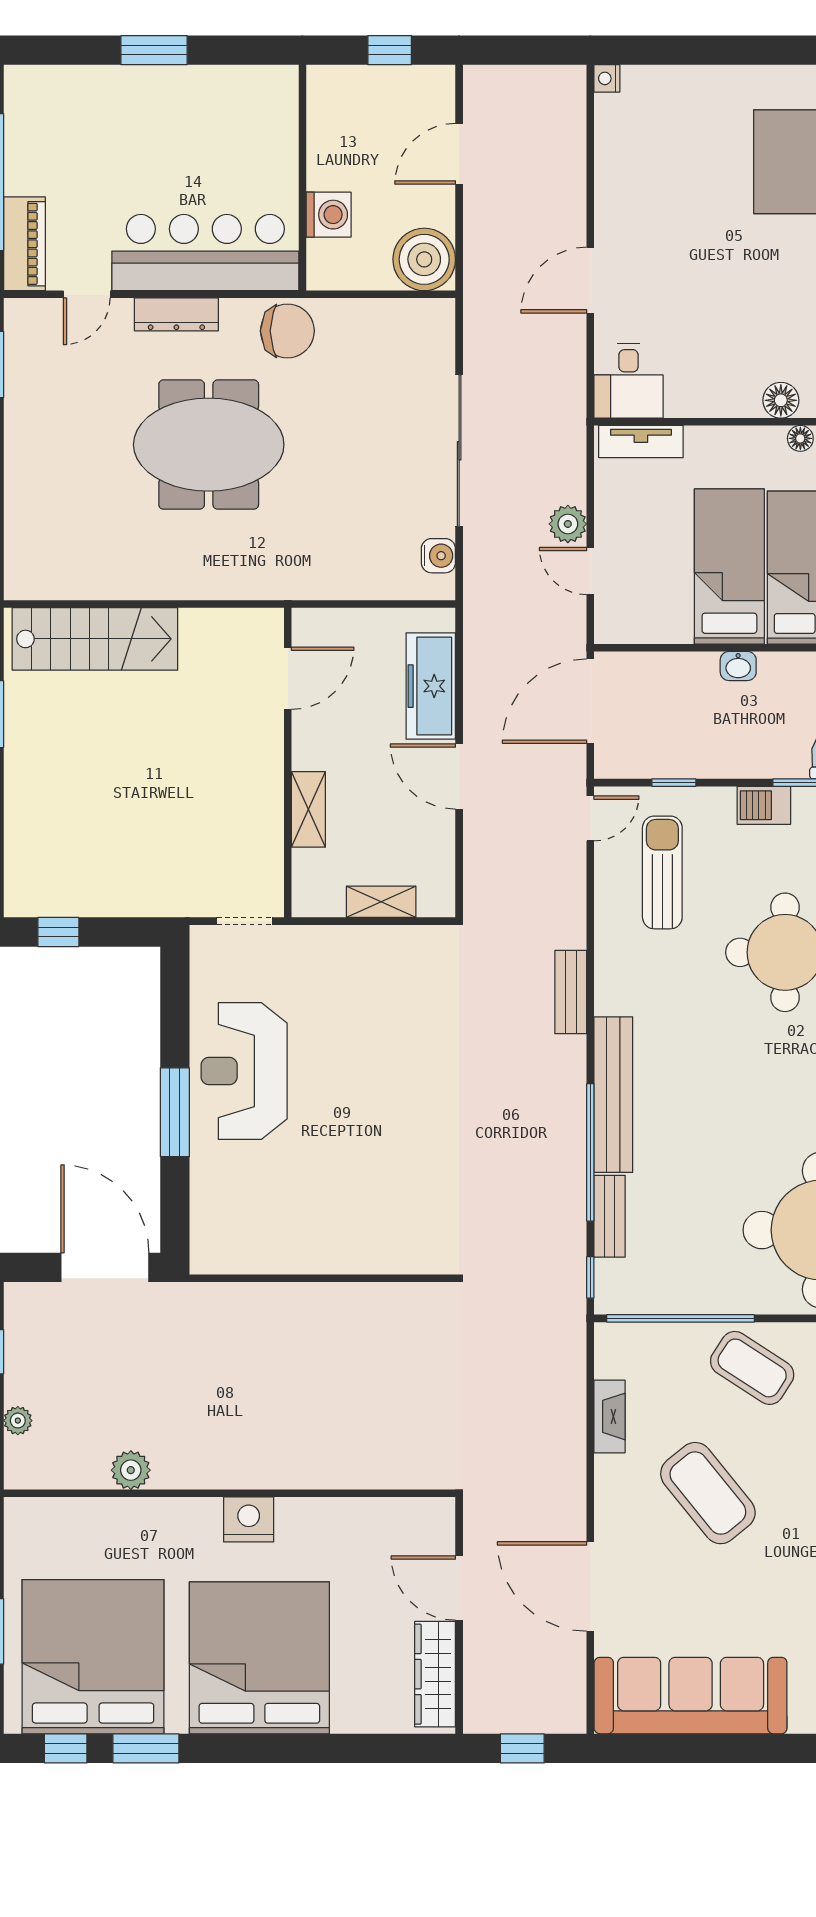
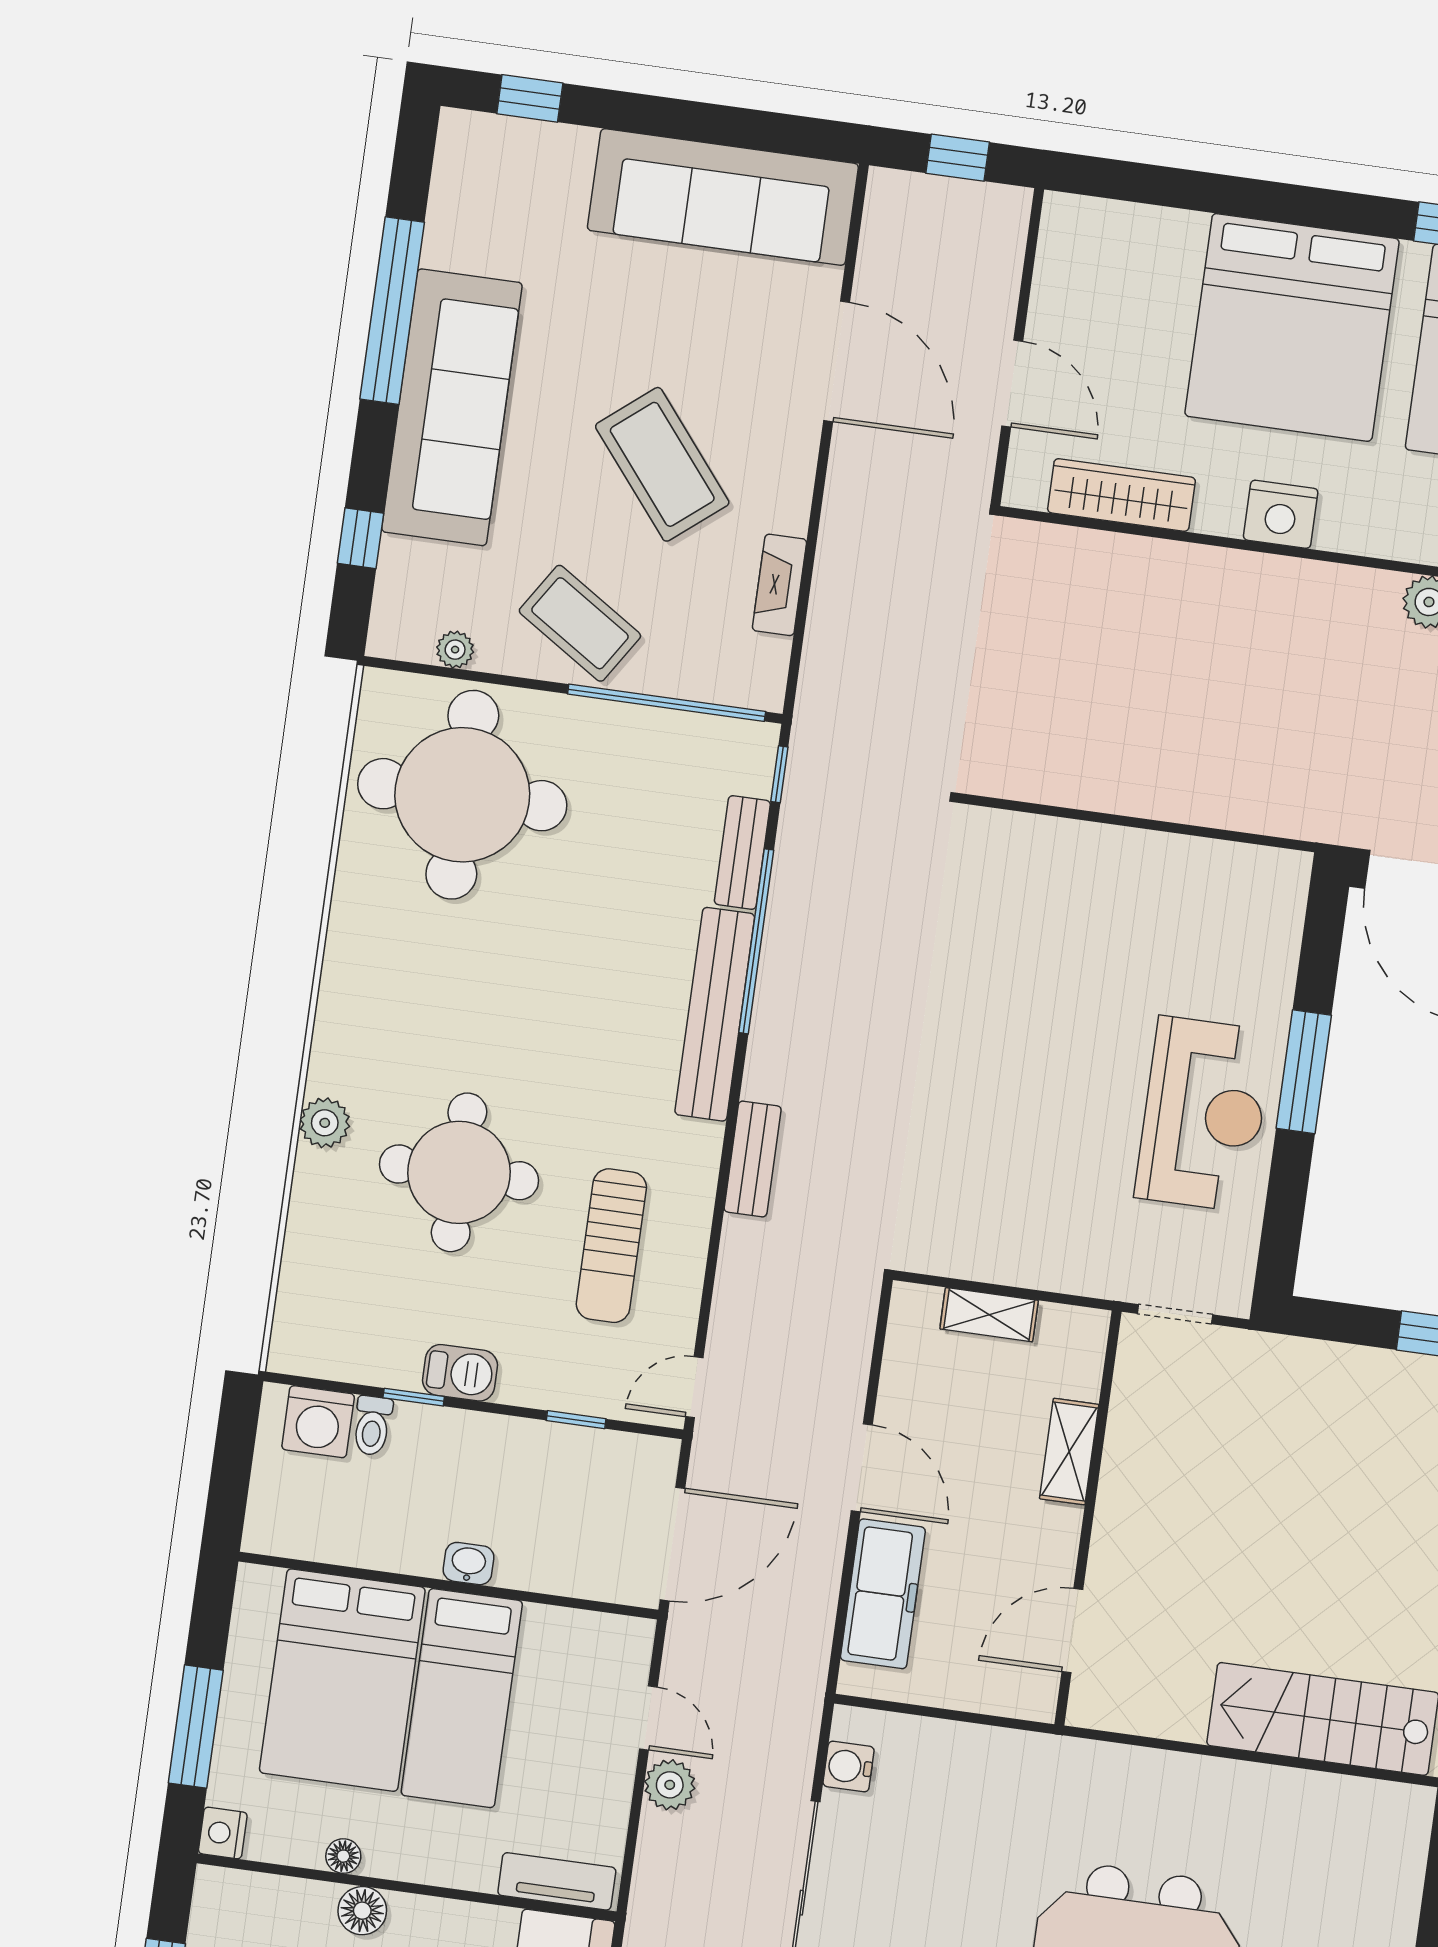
sun lounger: (662, 872) -> (611, 1246), moved
wardrobe: (435, 1674) -> (1121, 495), moved, turned -90

